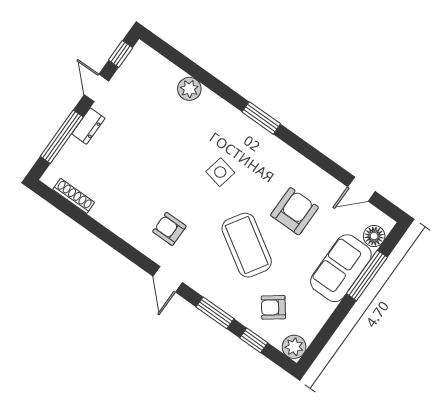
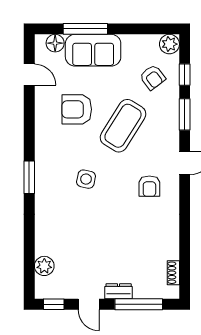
door: (96, 88) -> (89, 304), hinge flipped
plant: (189, 89) -> (44, 266), moved
shoe rack: (74, 196) -> (173, 273), width x0.70

